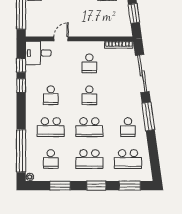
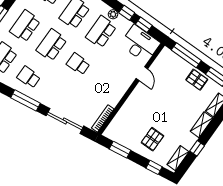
desk: (38, 53) -> (140, 44), width x1.37
school desk: (89, 63) -> (105, 83), removed
school desk: (51, 95) -> (101, 32), width x1.85
plant: (30, 96) -> (113, 14), added

